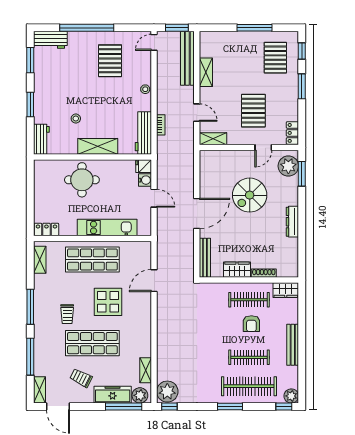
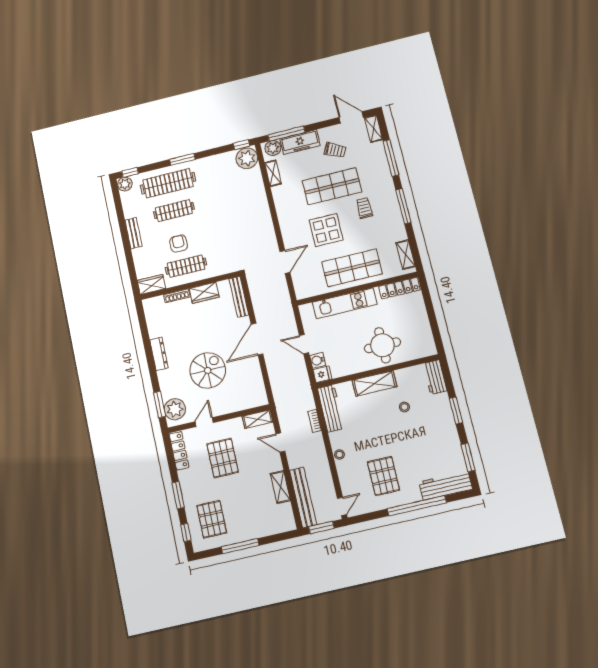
workbench: (50, 40) -> (446, 486), width x1.38
locker: (292, 133) -> (179, 451), width x1.53
locker: (46, 229) -> (399, 288), width x1.53
bench: (293, 345) -> (134, 233), width x0.73

